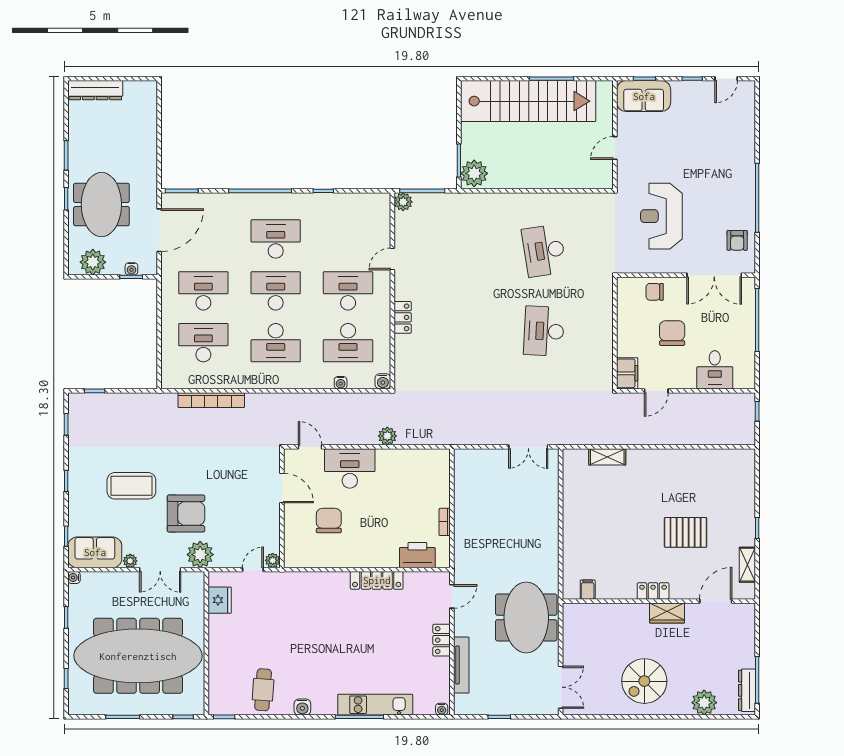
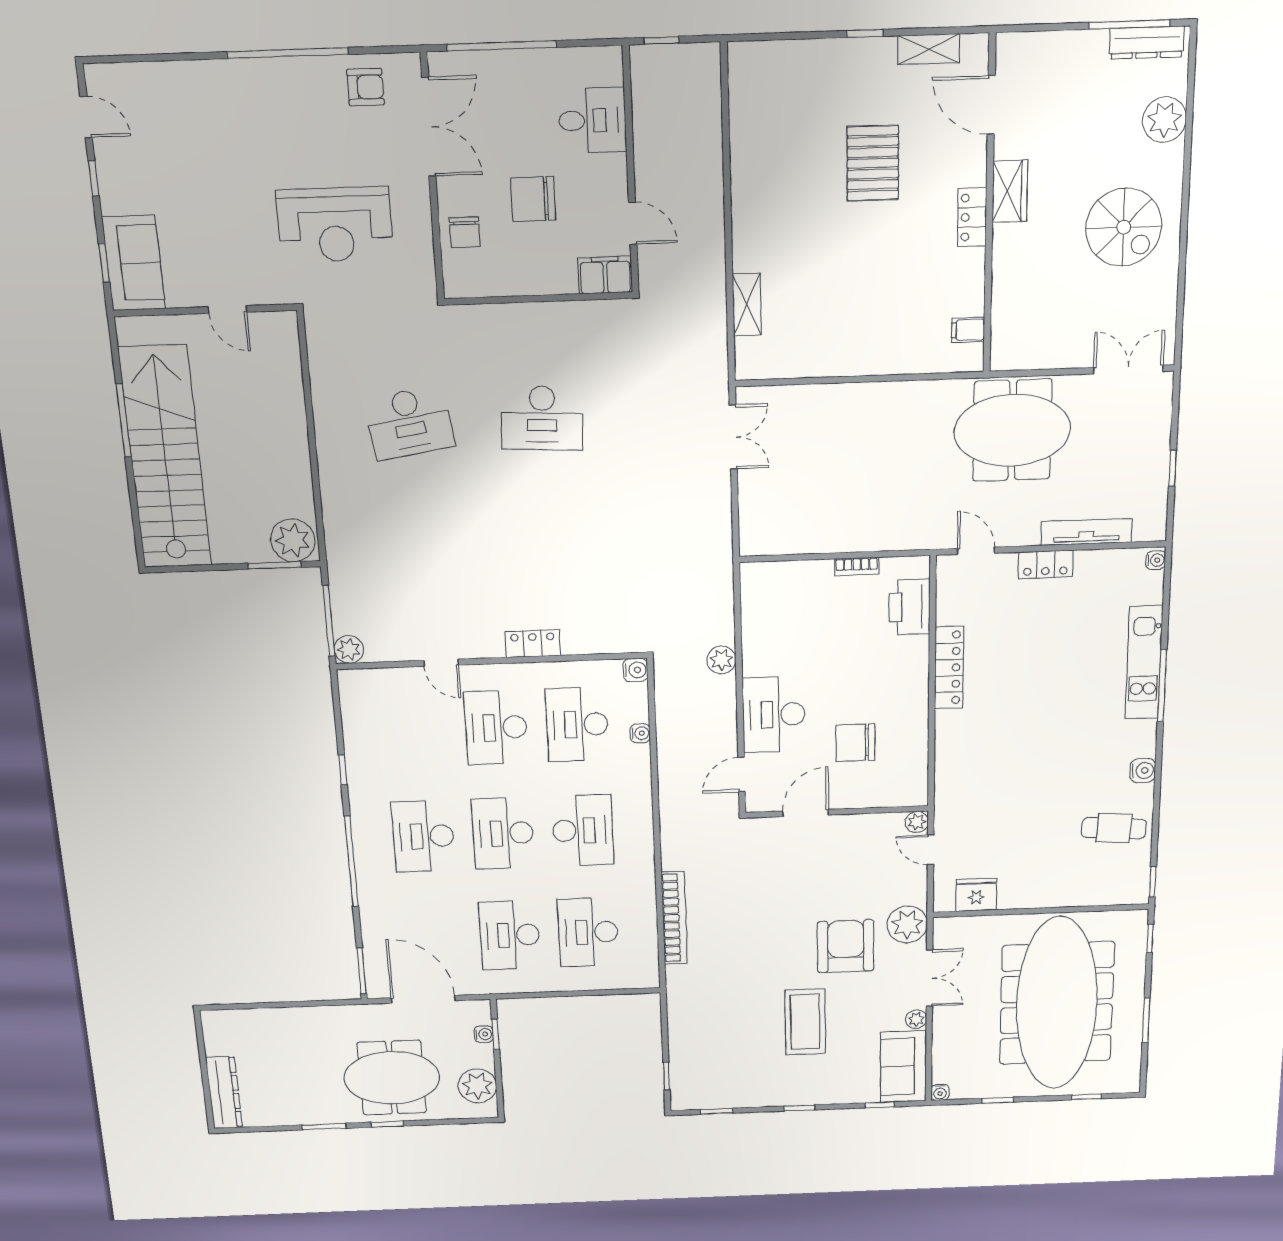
desk: (348, 343) -> (577, 724), turned 180

